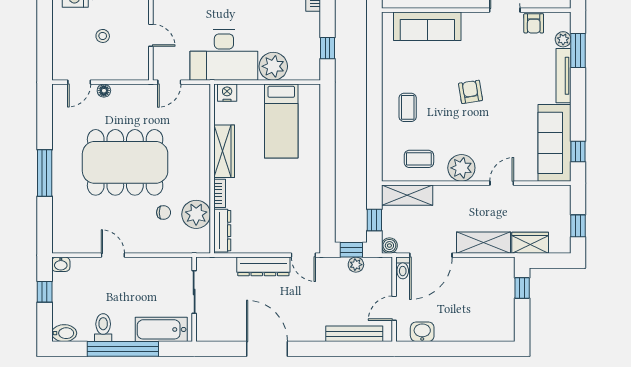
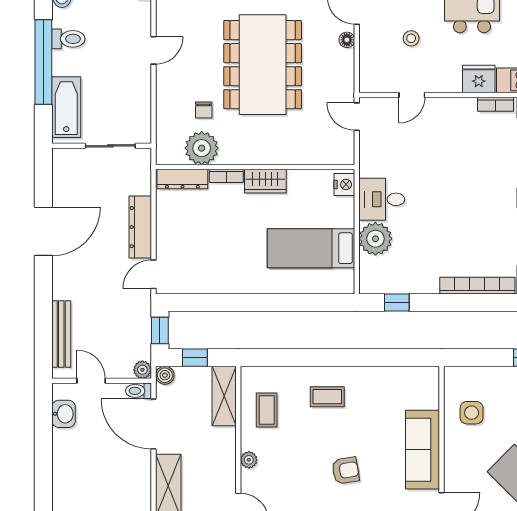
sofa: (427, 26) -> (423, 450), moved
desk: (224, 55) -> (382, 199), width x0.53, depth x0.77
wardrobe: (224, 151) -> (265, 181), width x0.67
plant: (461, 168) -> (249, 460), width x0.53, depth x0.53
plant: (356, 265) -> (142, 370), moved

